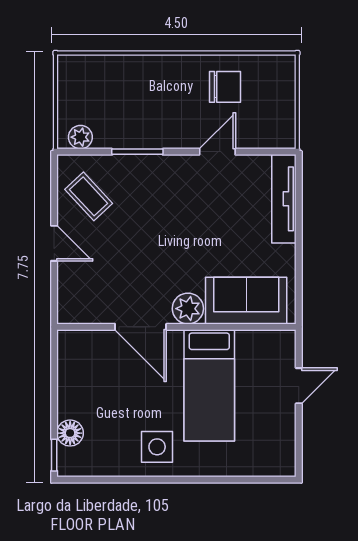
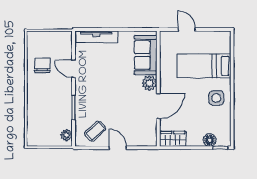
door: (54, 243) -> (118, 148), hinge flipped
wardrobe: (73, 357) -> (173, 139), added
bed: (209, 385) -> (204, 66), moved, turned 180

